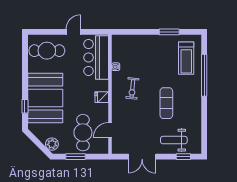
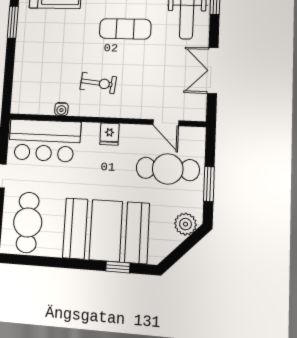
double door: (142, 157) -> (213, 70), swing flipped

